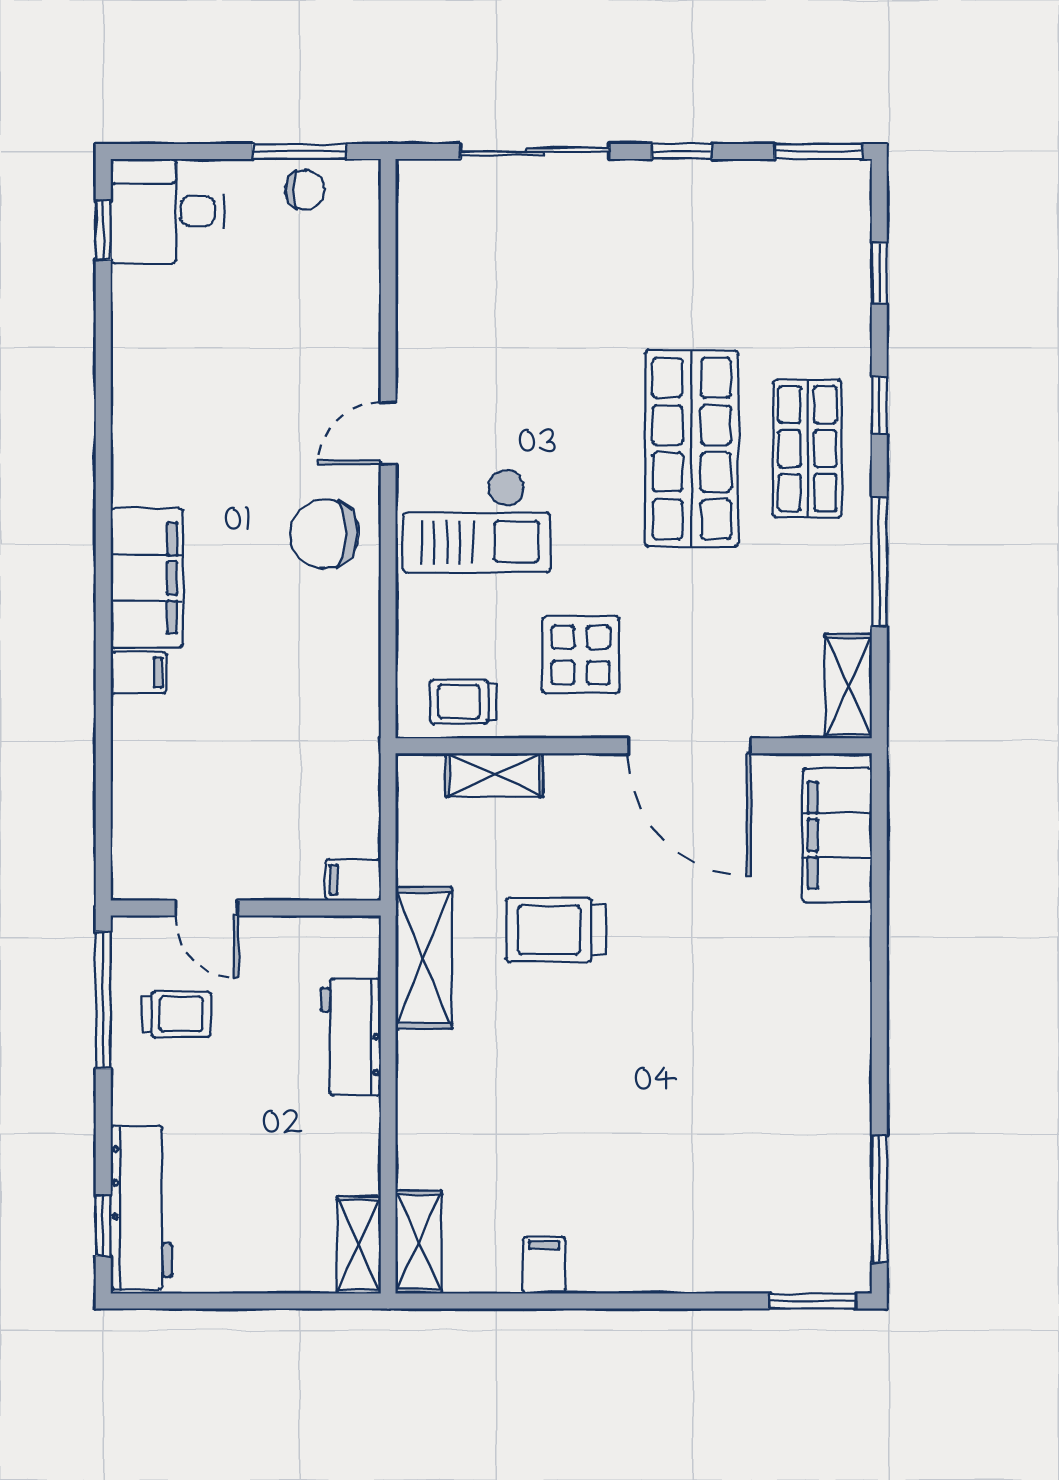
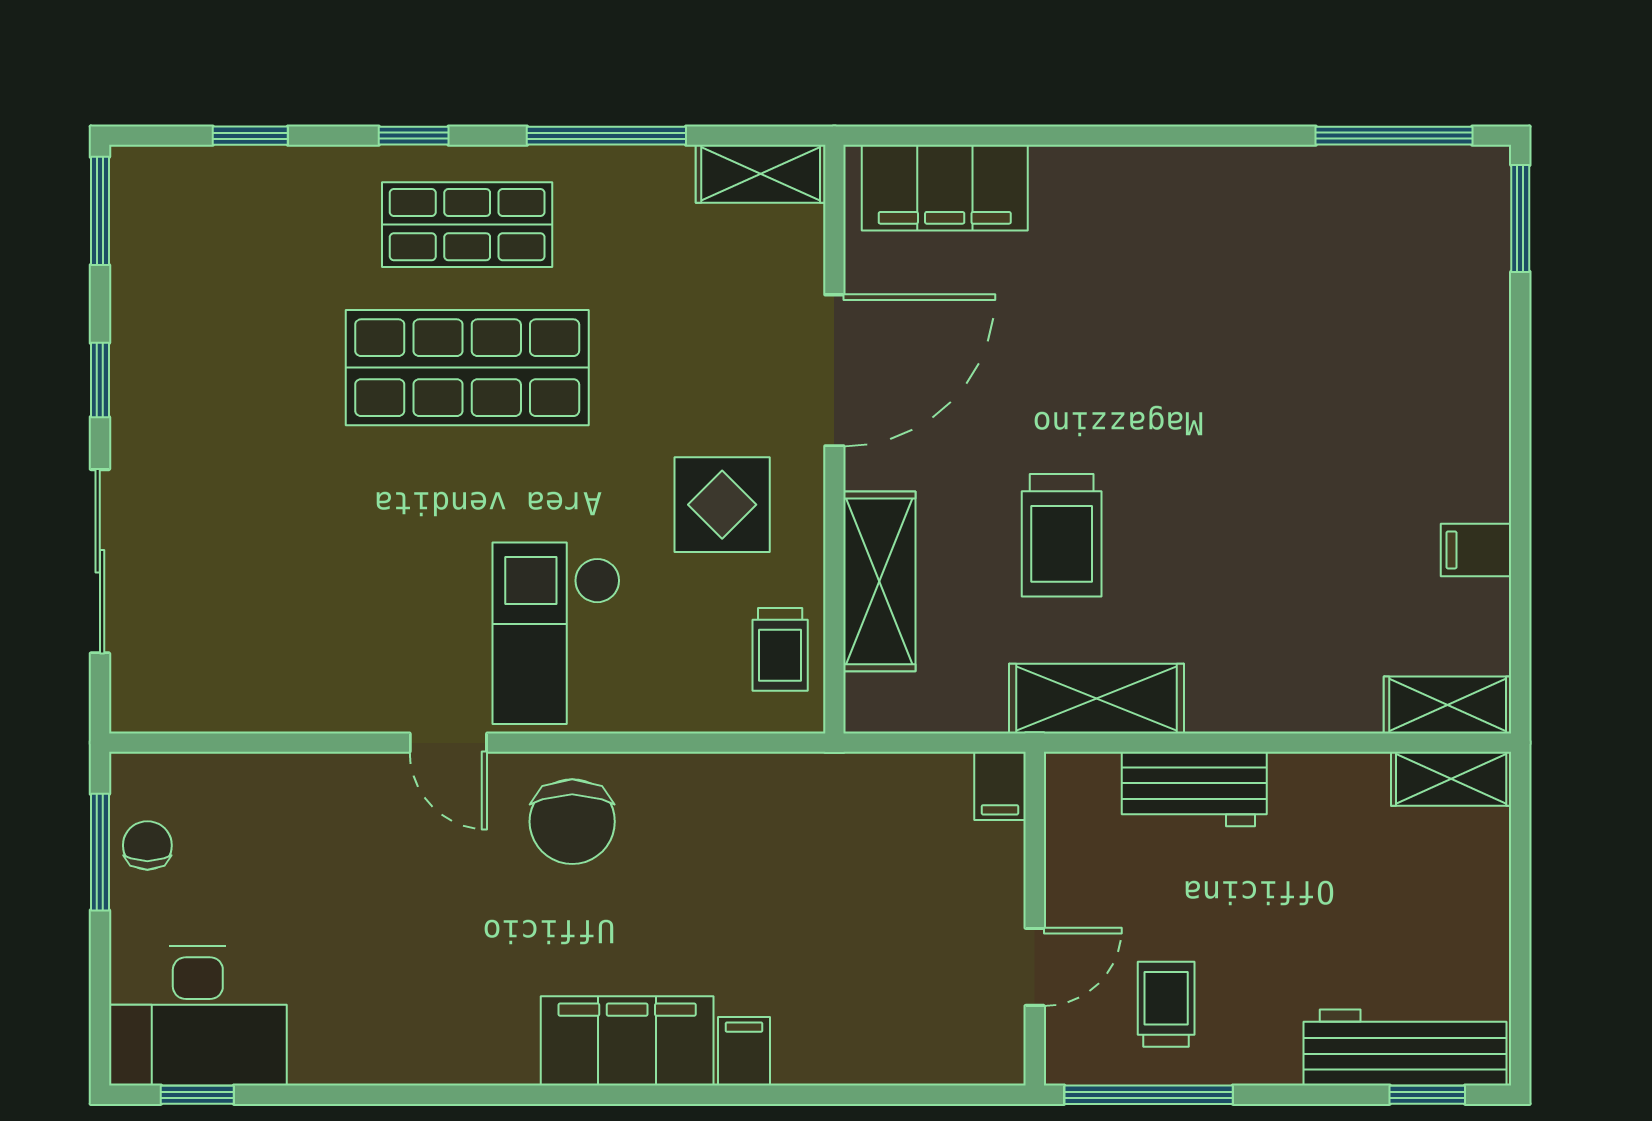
desk: (167, 211) -> (198, 1016), width x1.37
checkout: (477, 521) -> (556, 633), turned 180
shelving: (494, 775) -> (879, 581), width x1.50, depth x1.33

